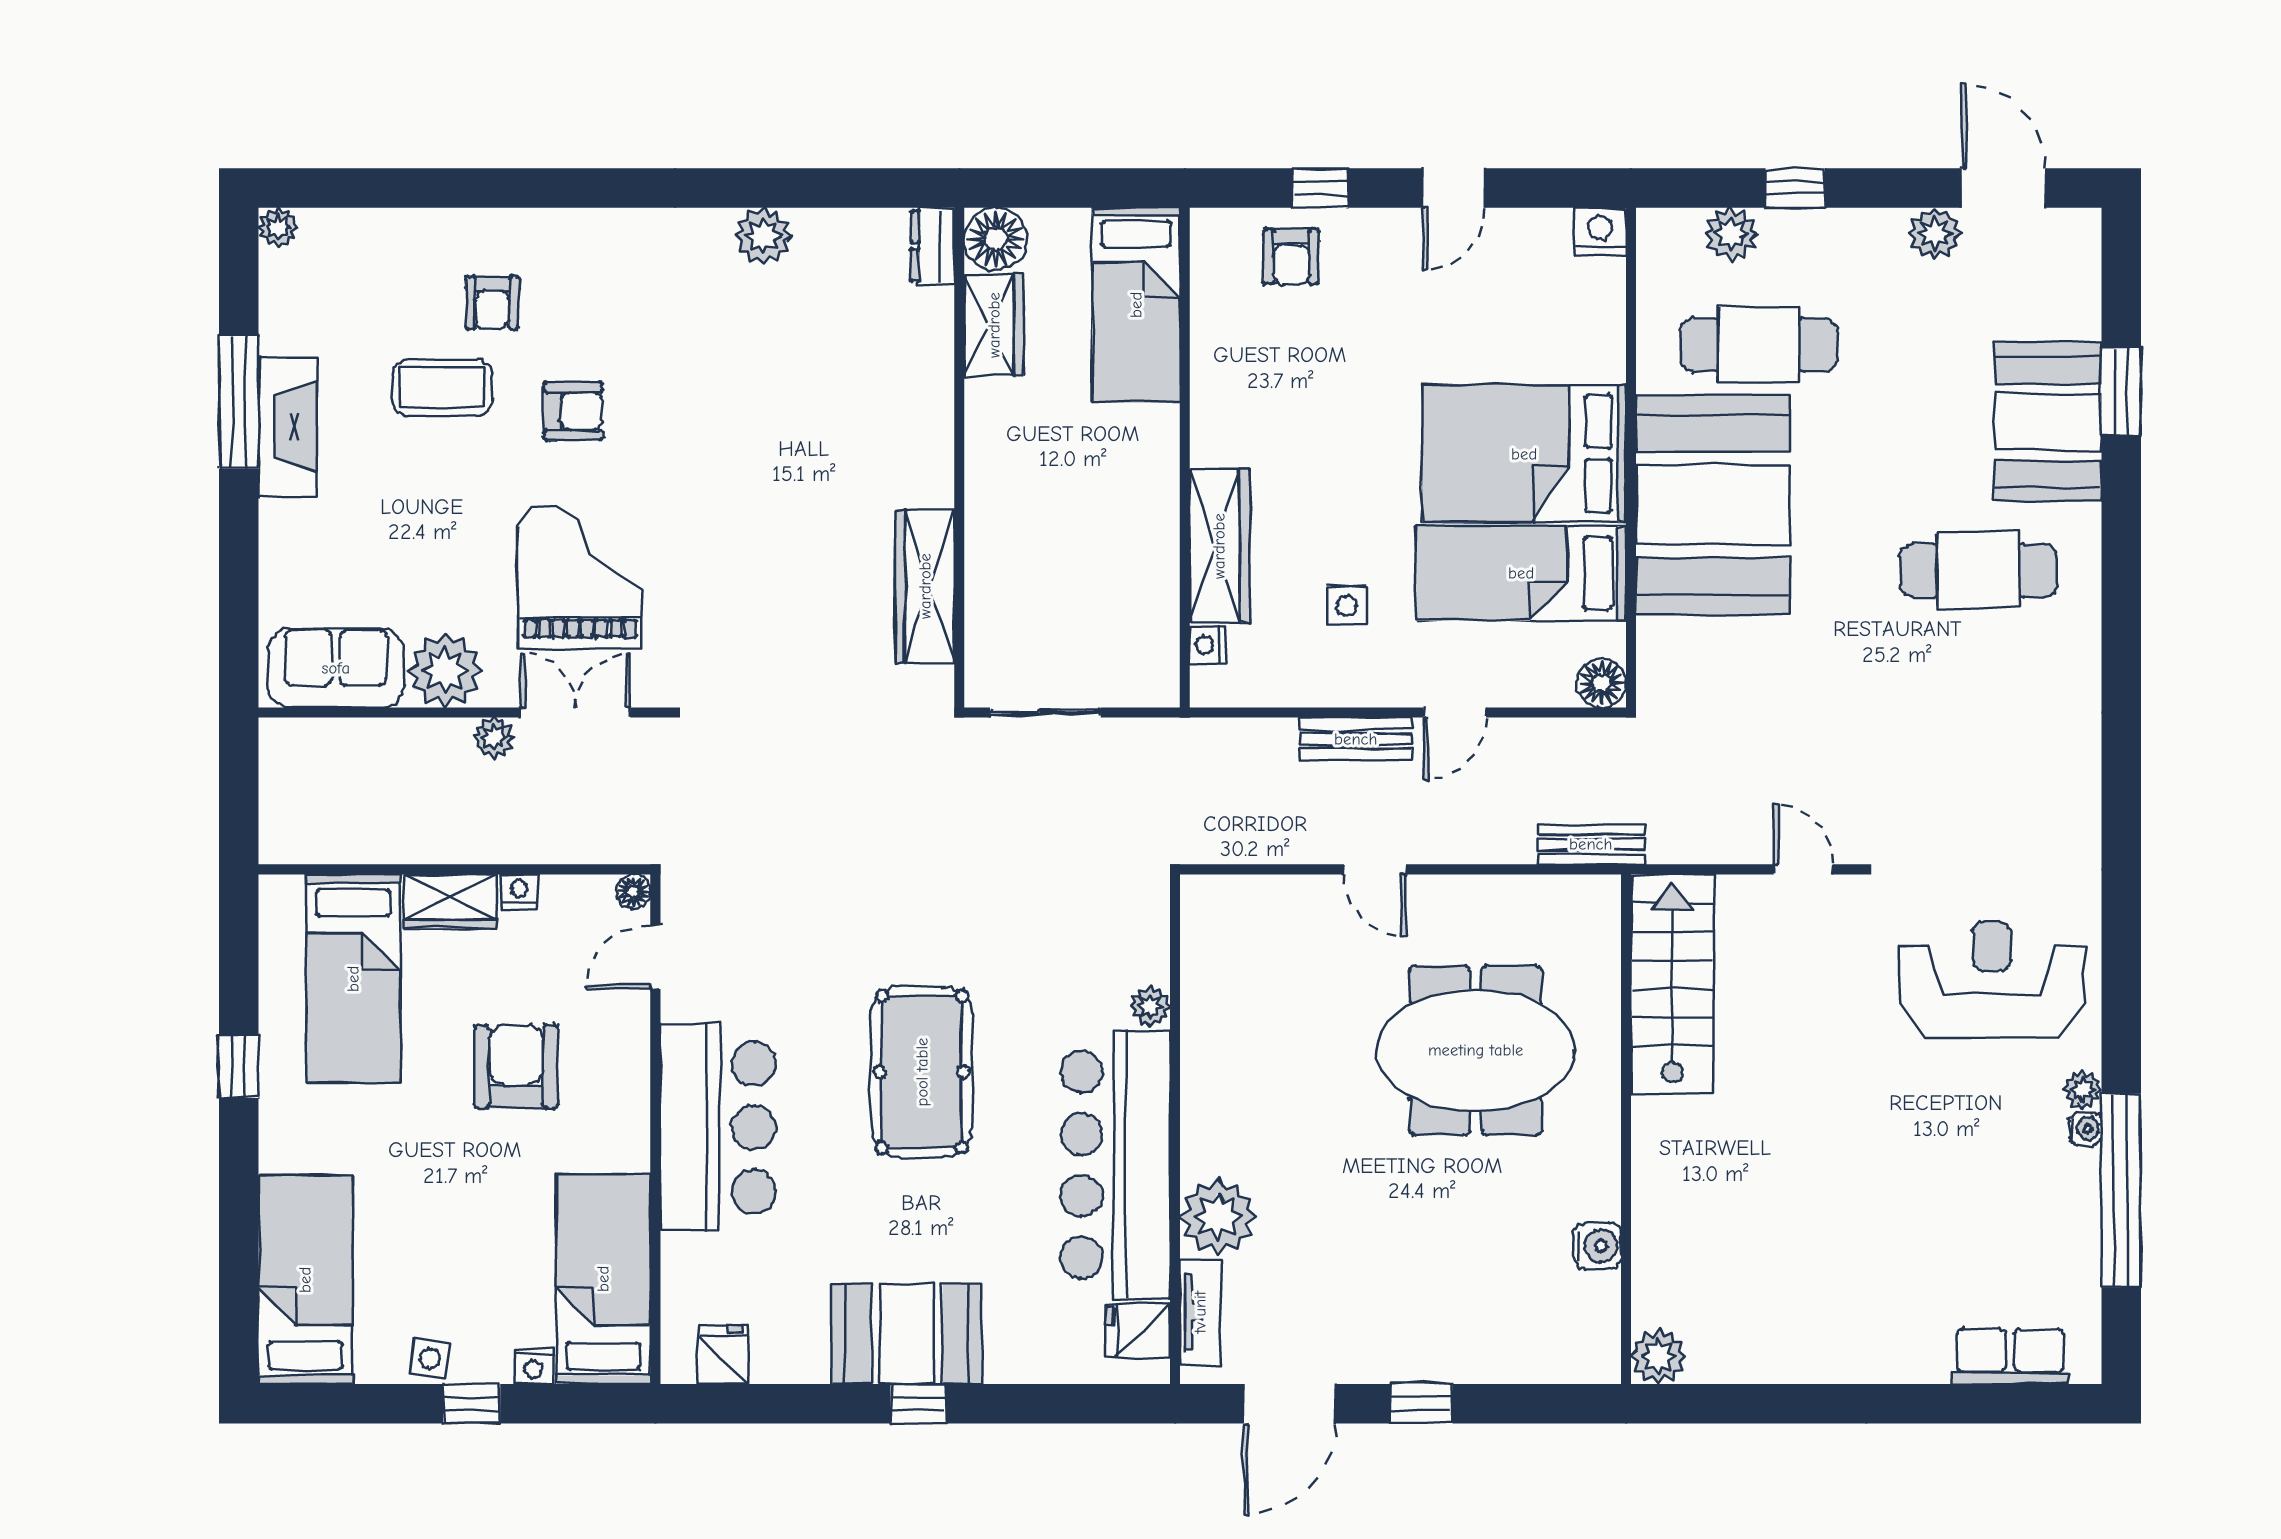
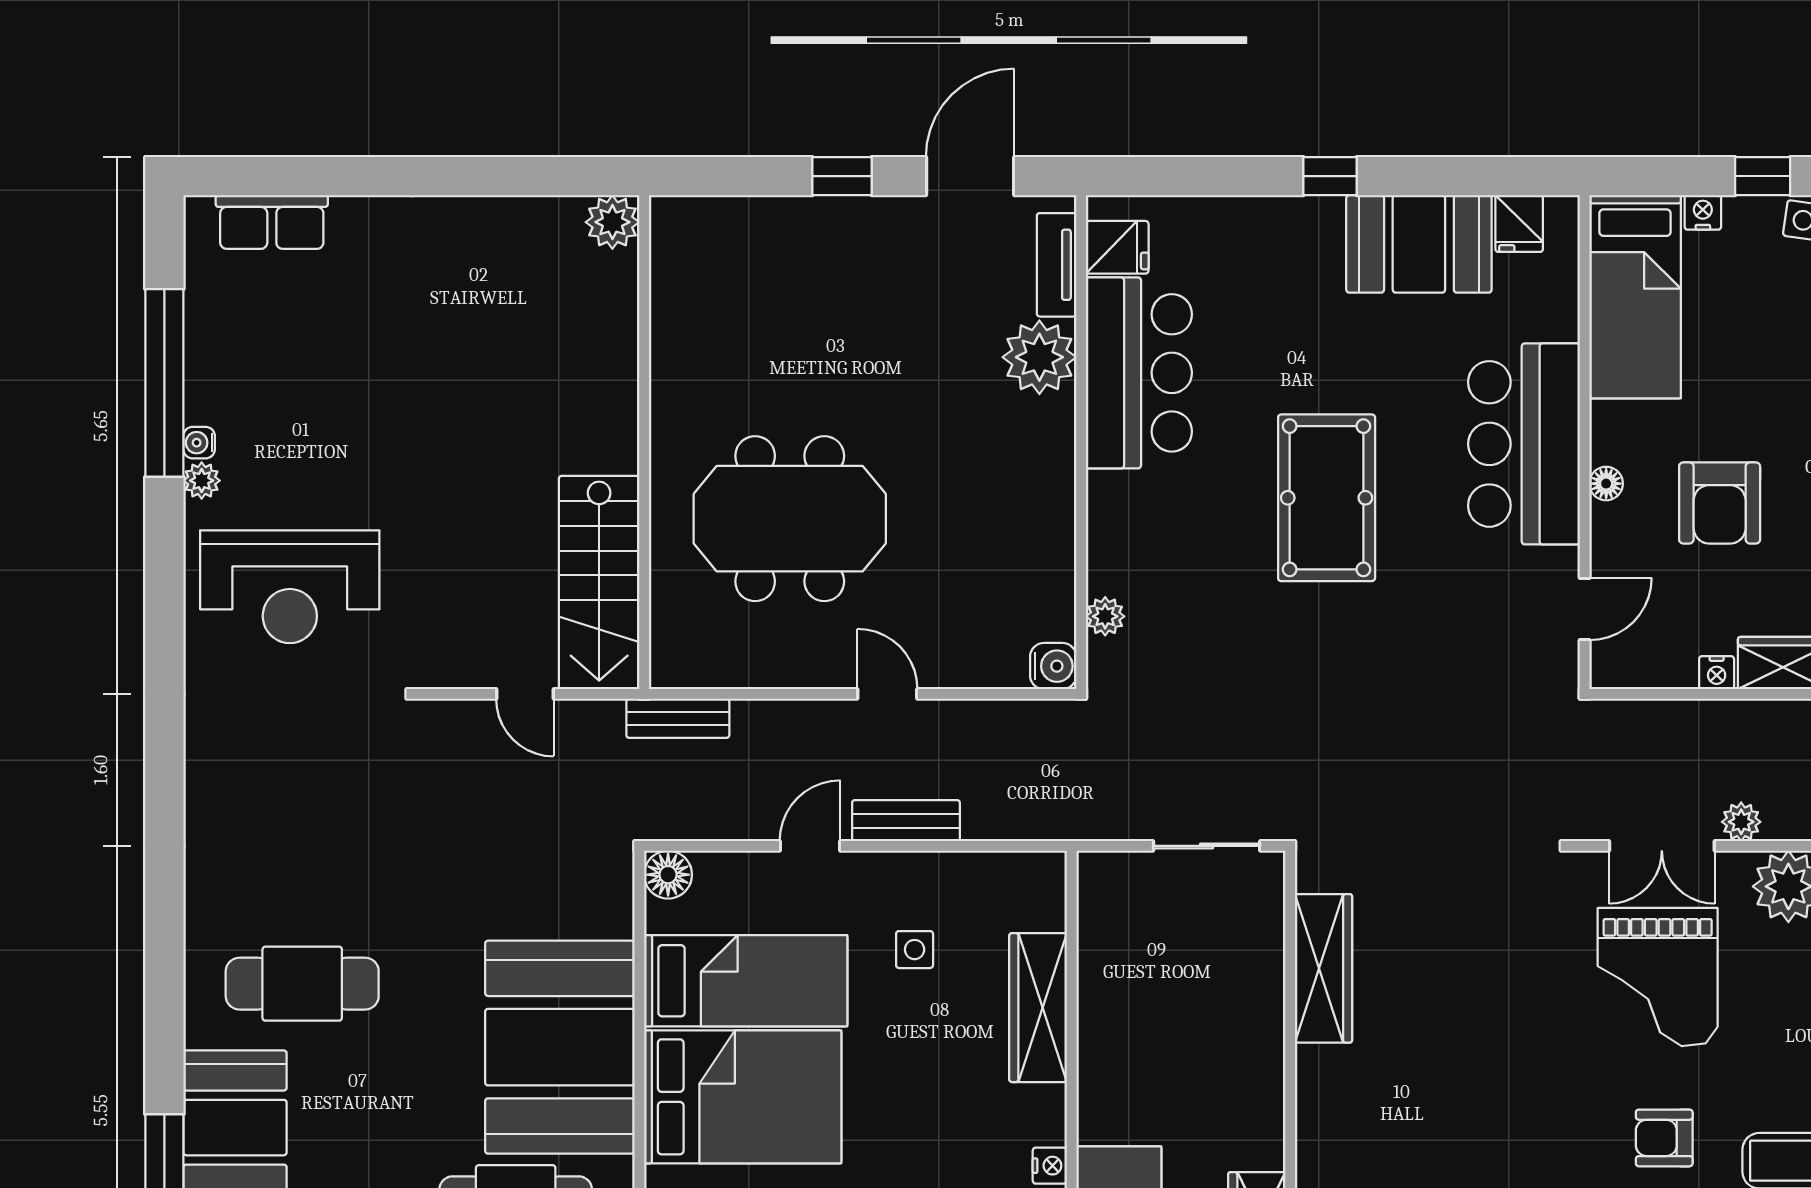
nightstand: (1207, 645) -> (1050, 1166), moved
door: (1803, 869) -> (525, 694), moved
floor lamp: (633, 892) -> (1606, 484), moved
plant: (1150, 1007) -> (1105, 616), moved
bar counter: (1115, 1165) -> (1139, 373), width x0.73
water cooler: (1597, 1246) -> (1053, 666), moved, turned 180
booth: (907, 1334) -> (1419, 244), moved

